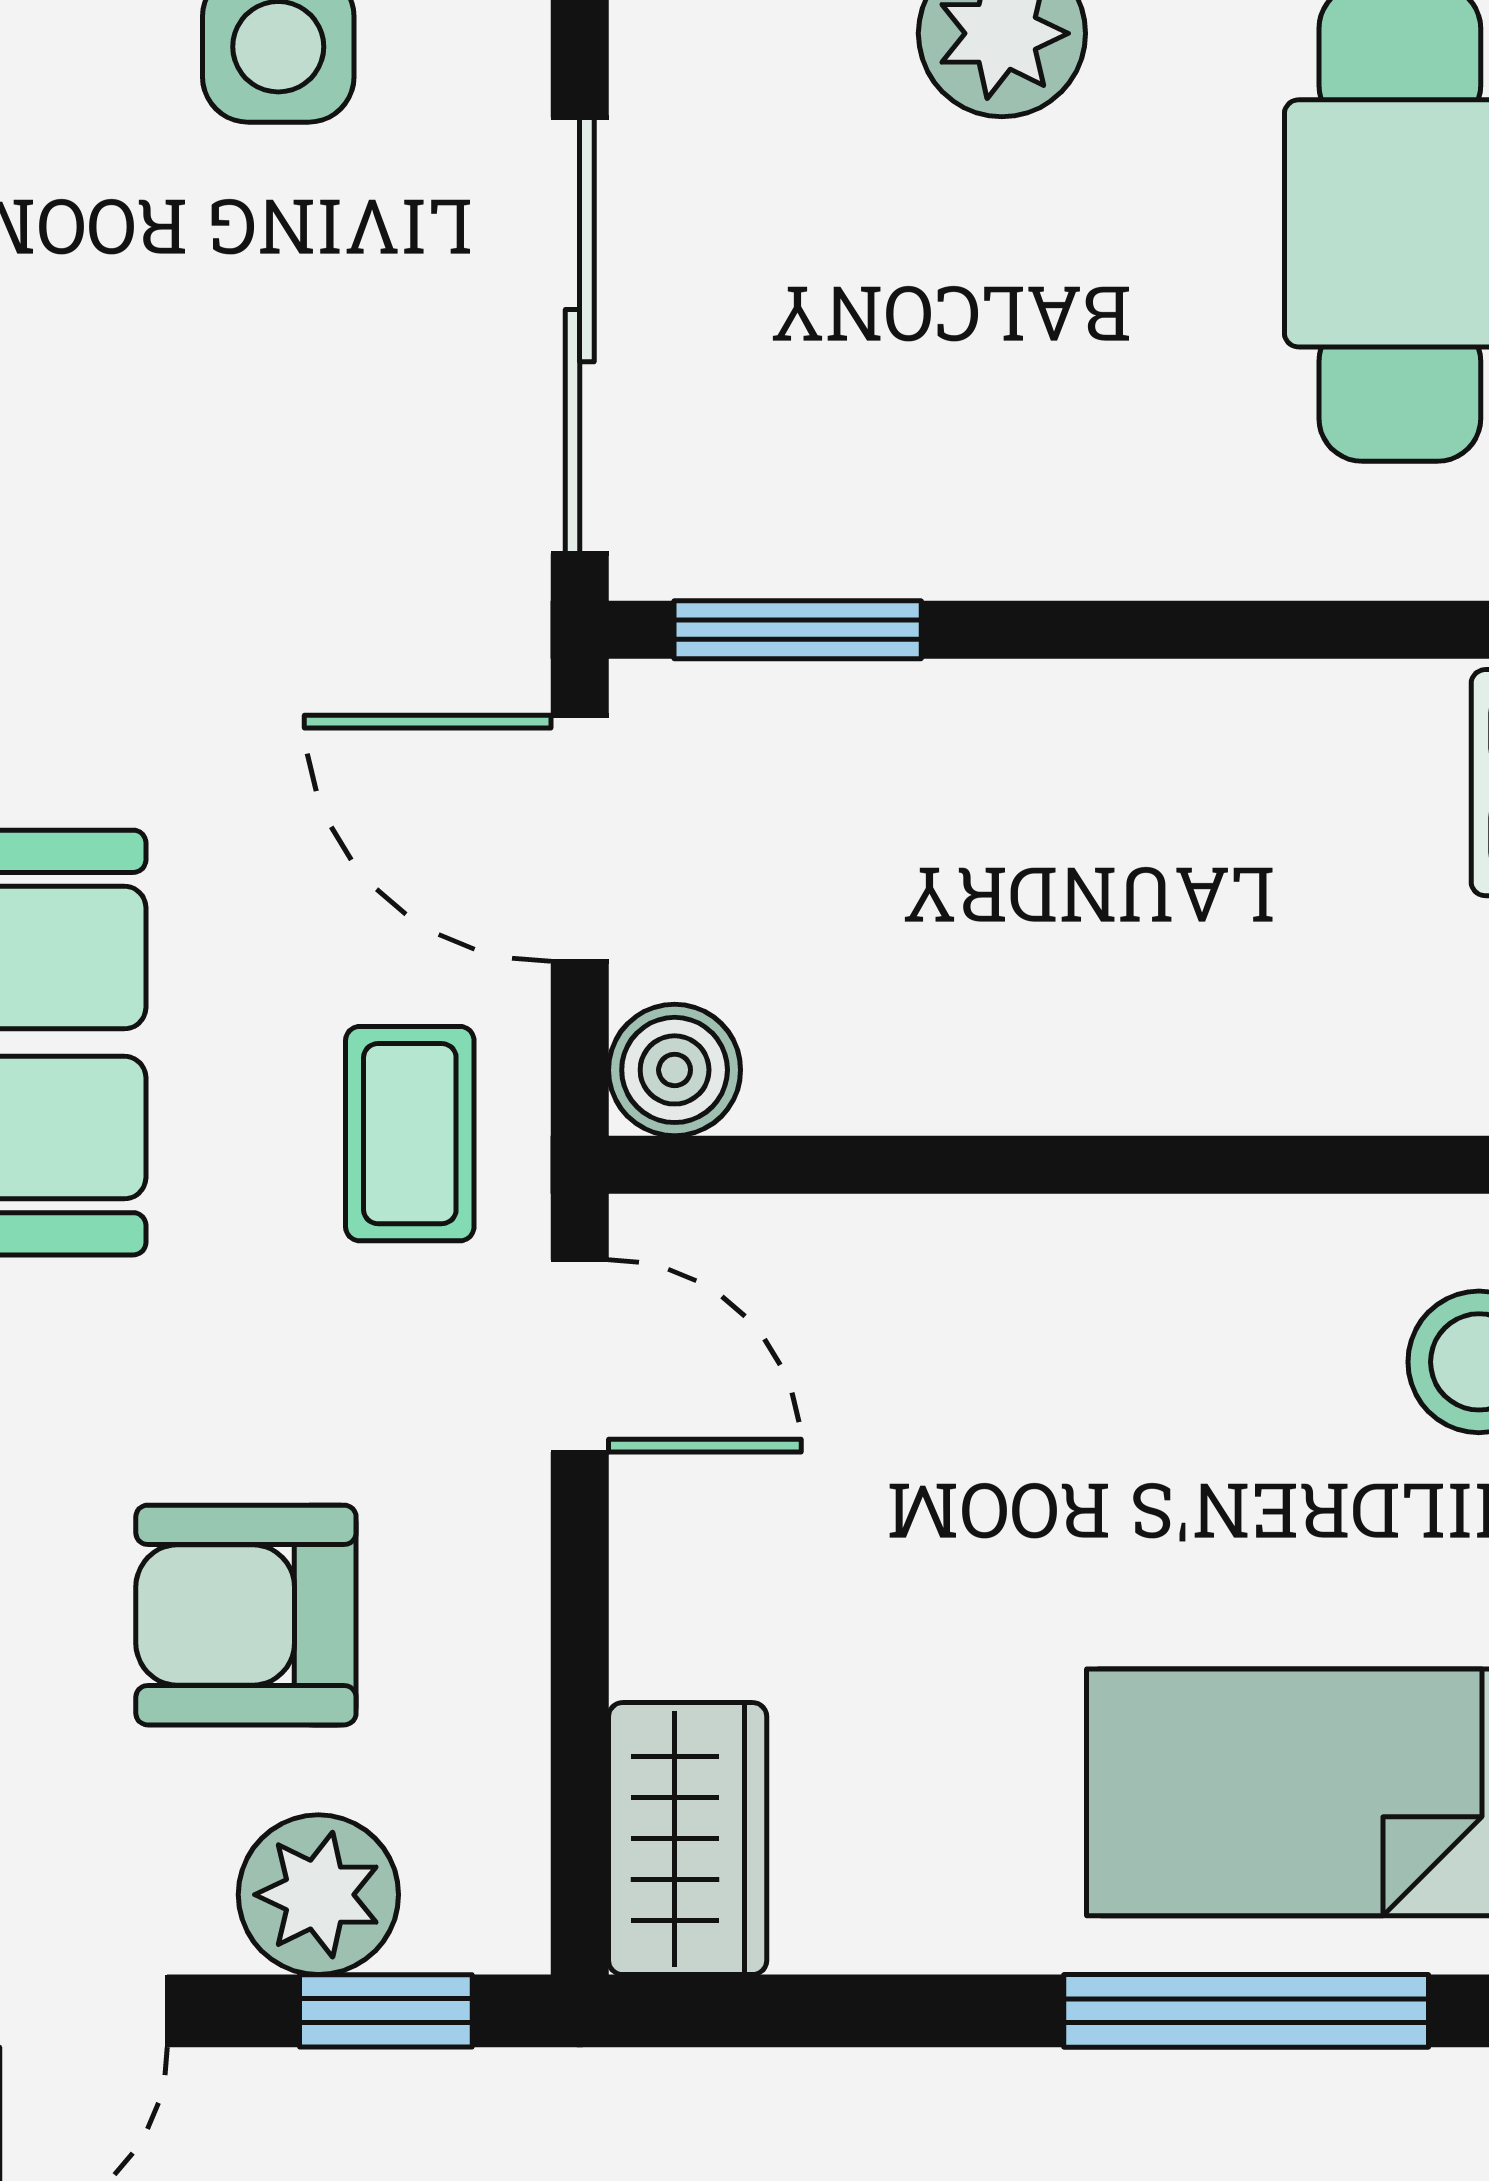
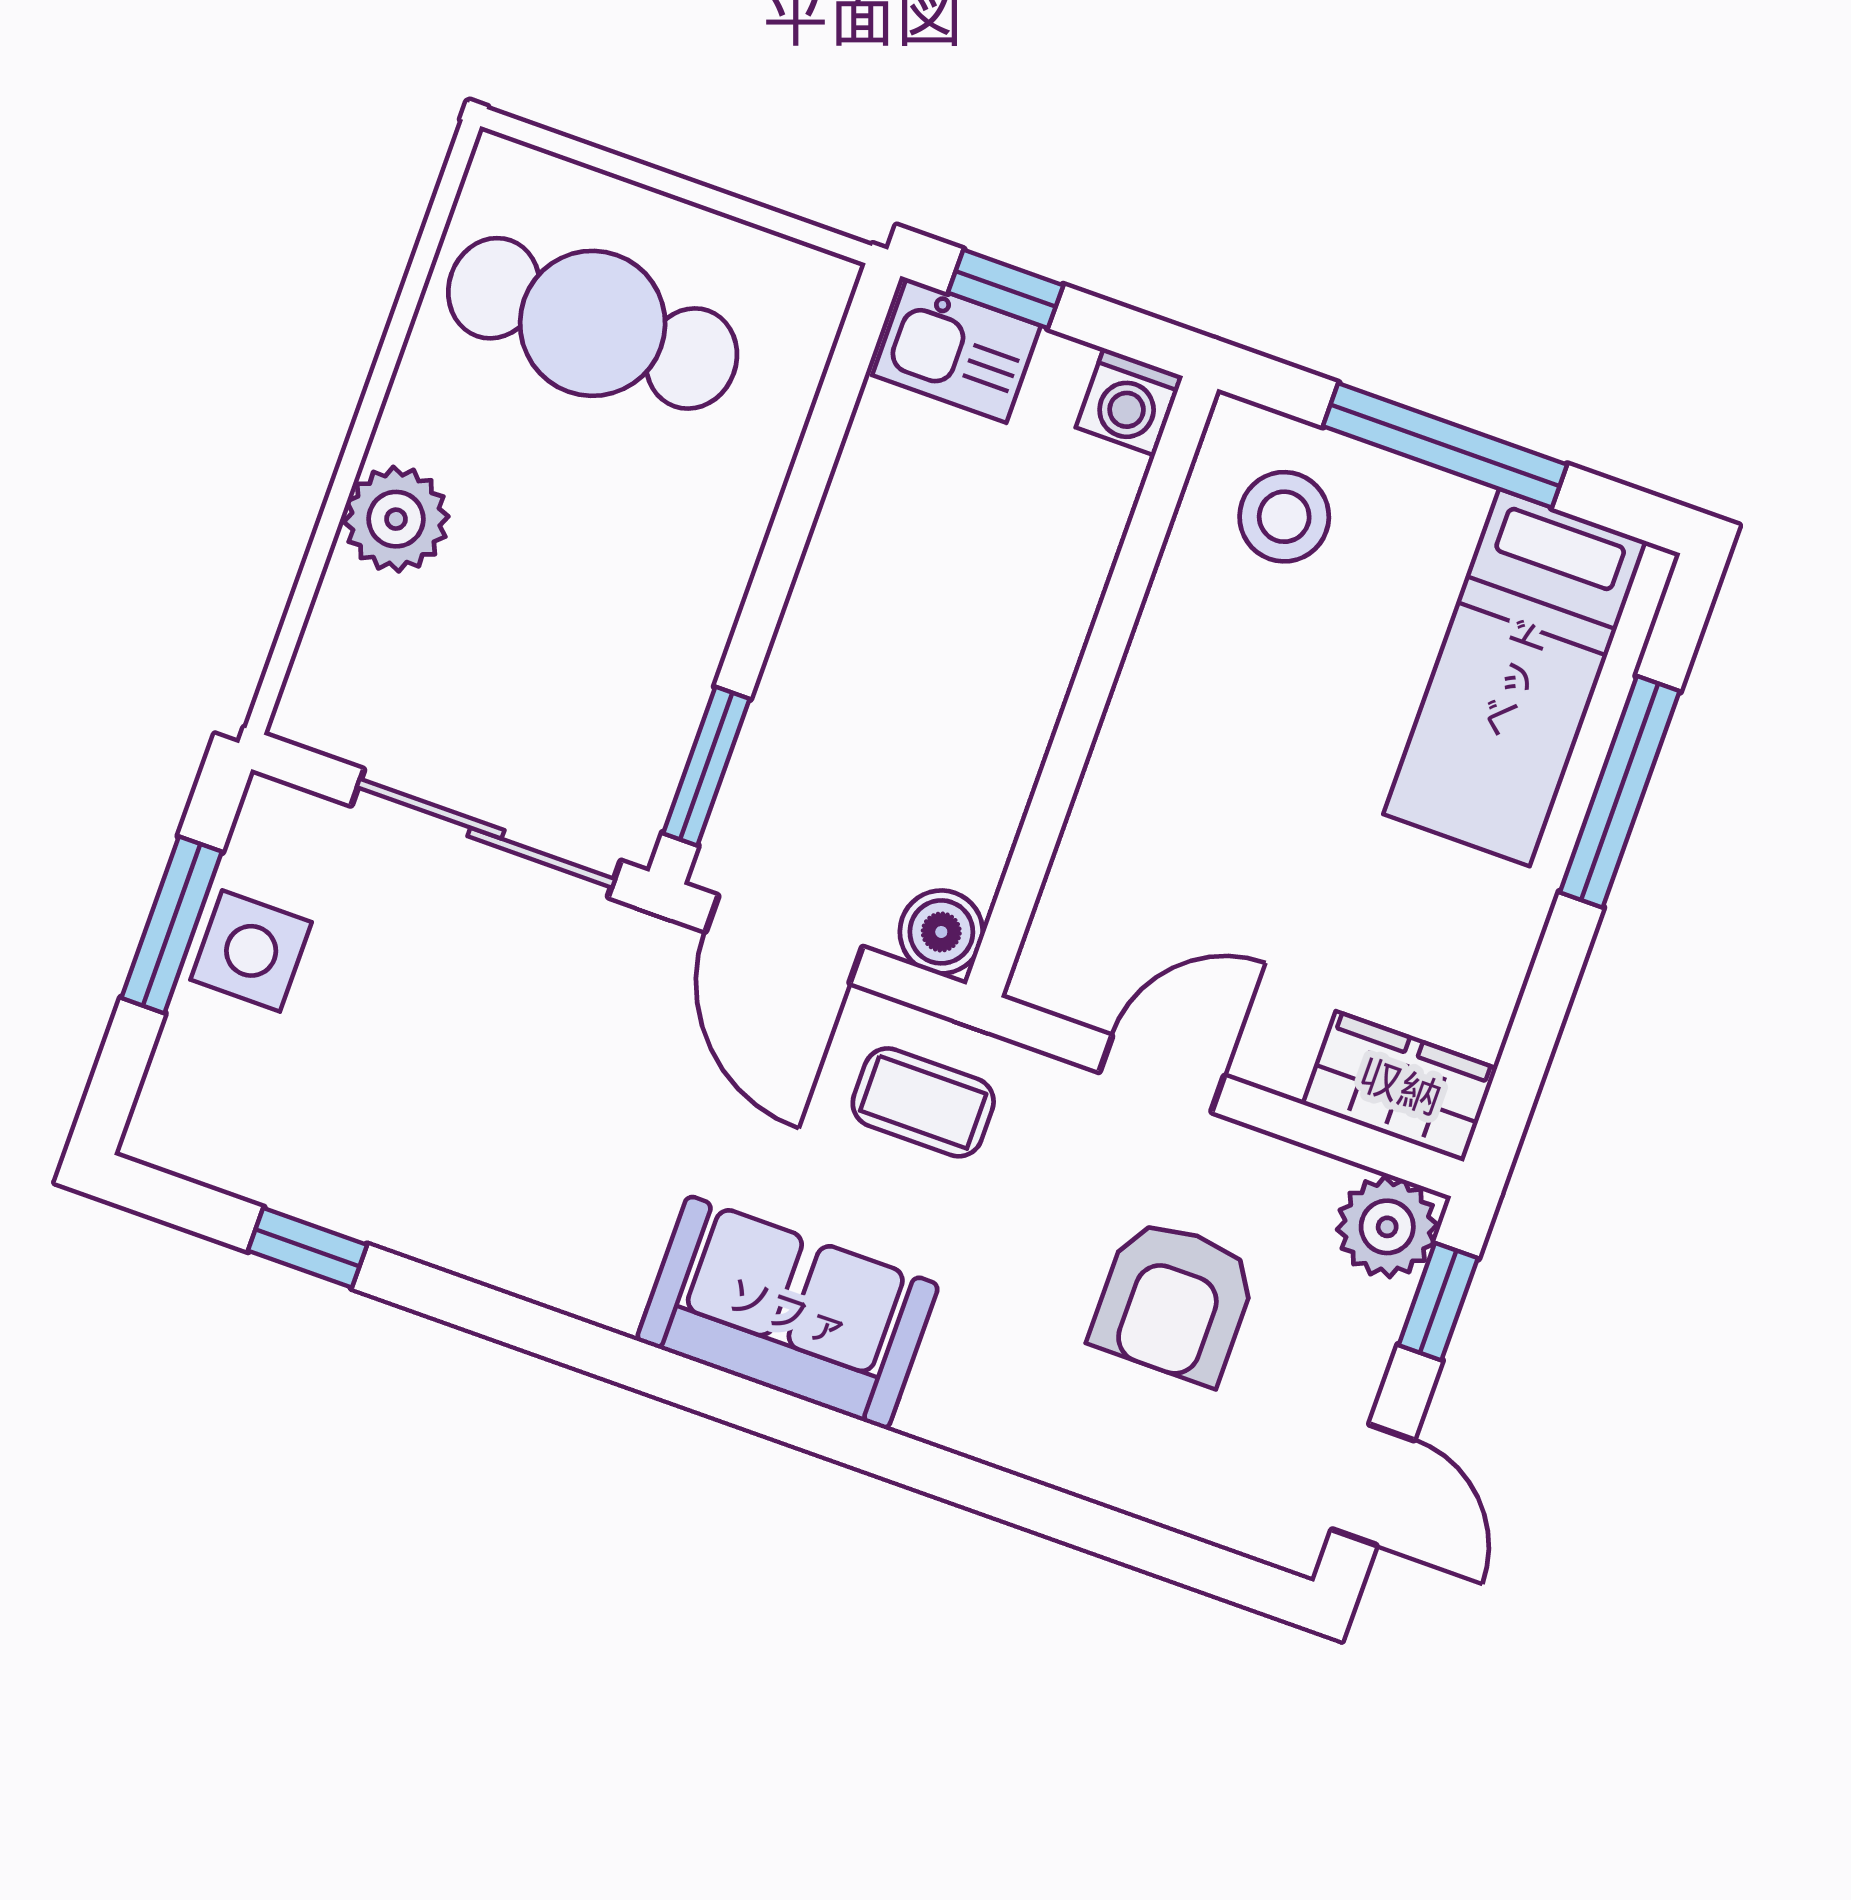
door: (580, 838) -> (784, 939), hinge flipped
door: (580, 1356) -> (1162, 1074), moved
plant: (318, 1895) -> (1387, 1227), moved

